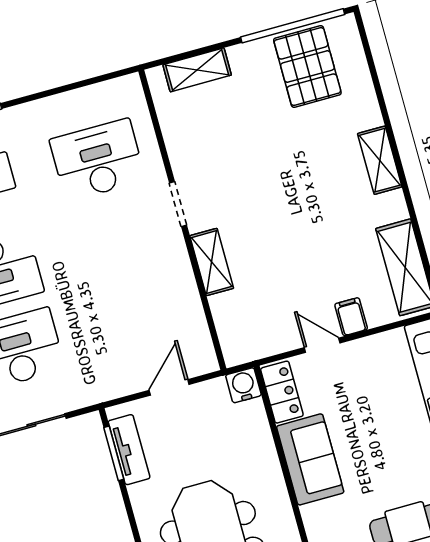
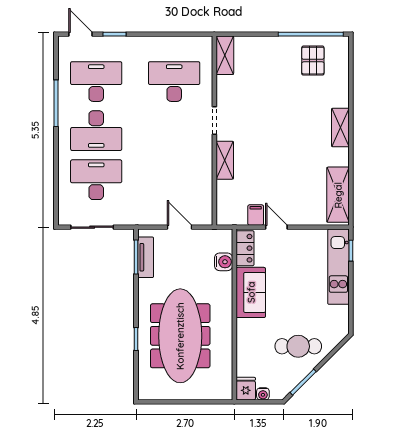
pallet: (307, 67) -> (313, 61), width x0.67, depth x0.71
shelving: (197, 70) -> (225, 55), moved, turned 90
filing cabinet: (351, 317) -> (256, 215), moved
water cooler: (243, 385) -> (224, 262), moved, turned 90
door: (169, 387) -> (179, 227), hinge flipped

